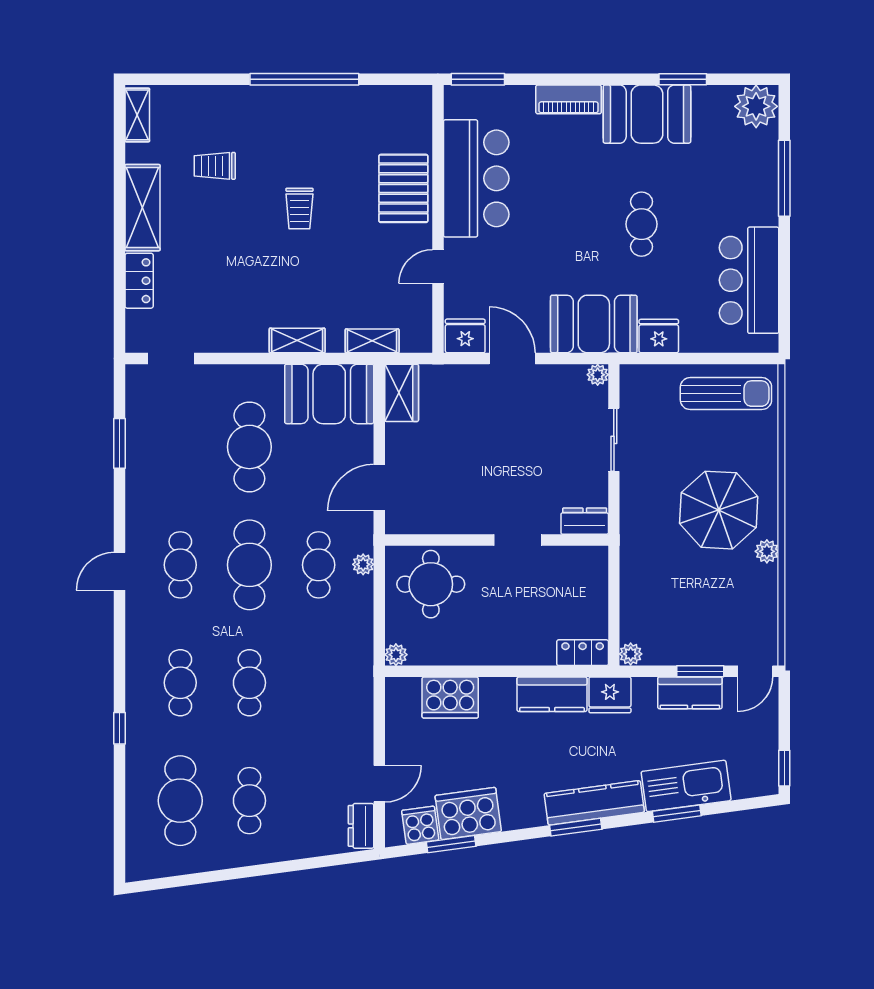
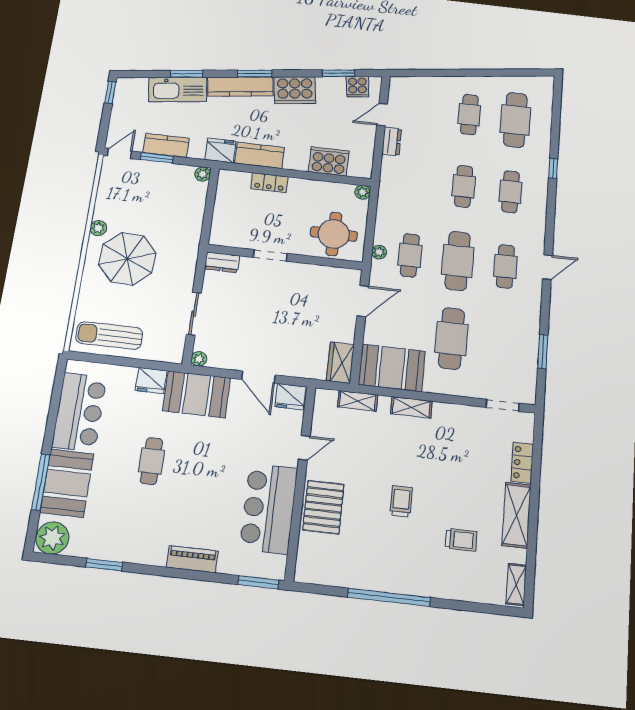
booth: (647, 114) -> (67, 483), moved, turned 90
locker: (583, 653) -> (269, 183), moved
cooker: (468, 813) -> (295, 90), moved
dresser: (361, 826) -> (392, 141), moved

